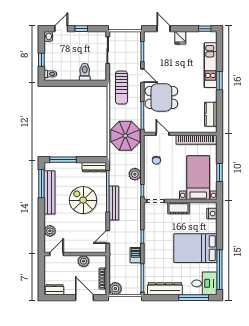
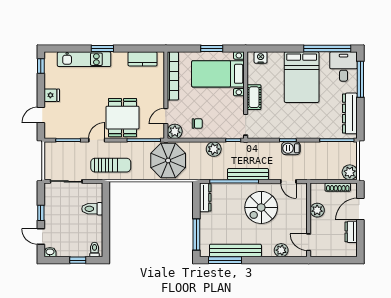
plant: (150, 141) -> (175, 131), added
spiral stairs: (83, 200) -> (261, 207), moved
barbecue: (136, 255) -> (291, 148), moved
dresser: (55, 290) -> (351, 232), moved

